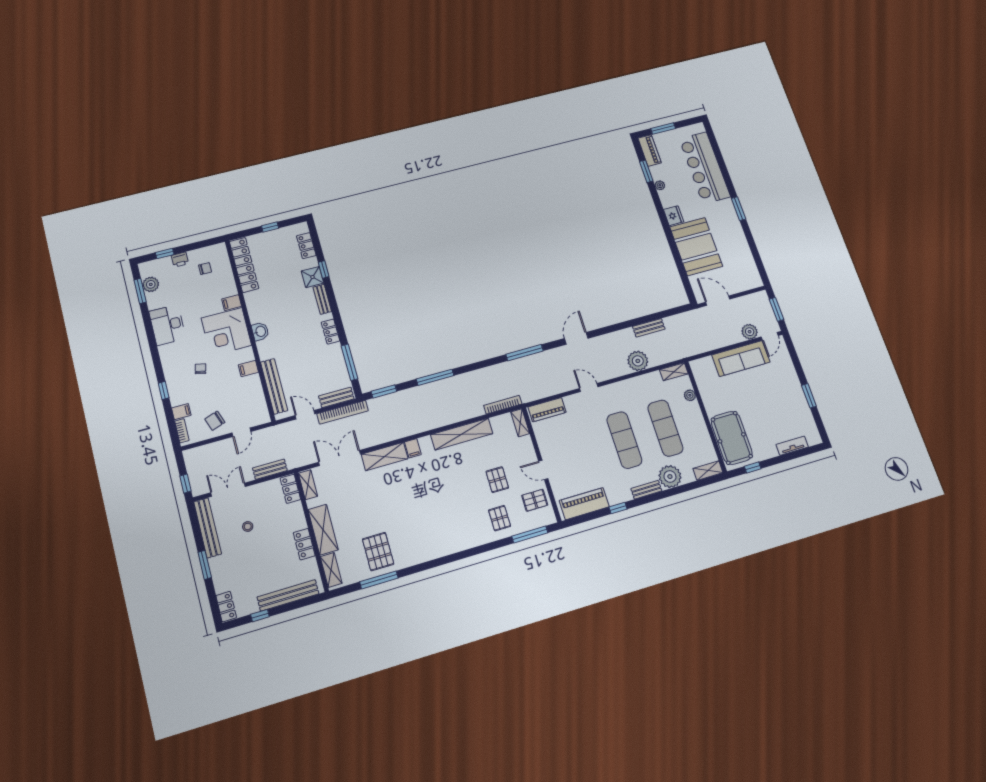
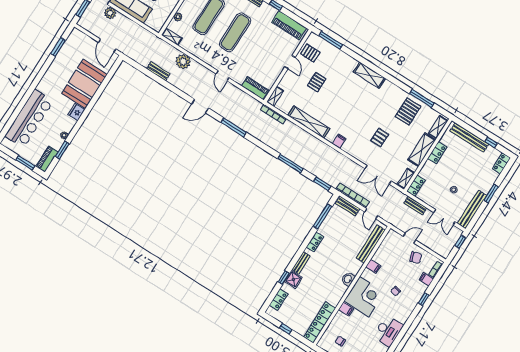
window: (739, 209) -> (58, 47), moved
shelving: (385, 456) -> (369, 75), moved
pallet: (500, 518) -> (380, 137), moved

